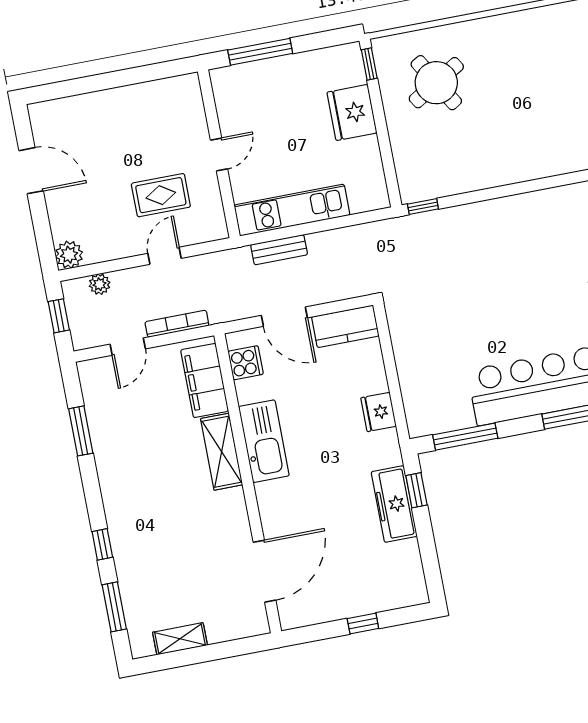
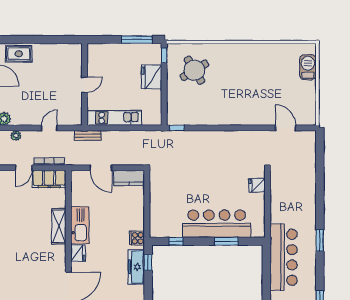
window: (260, 52) -> (137, 40), moved
rug: (161, 195) -> (19, 54), moved
bench: (279, 250) -> (88, 135), moved
cooker: (246, 363) -> (137, 238), moved, turned 180
filing cabinet: (205, 380) -> (49, 179), moved, turned -90
fridge: (379, 412) -> (78, 253), moved, turned 180
window: (465, 437) -> (176, 241), width x0.46

